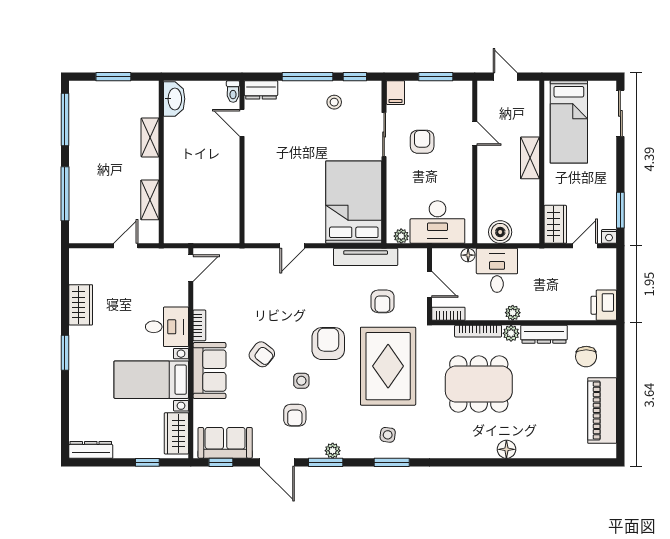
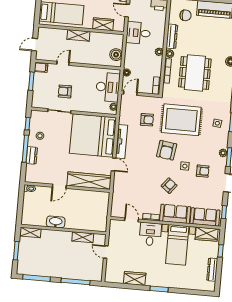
dresser: (261, 90) -> (32, 155), moved
filing cabinet: (395, 93) -> (41, 67), moved
washbasin: (174, 99) -> (56, 222), moved
door: (242, 123) -> (59, 186), moved
shelving: (150, 137) -> (30, 232), moved
wardrobe: (258, 202) -> (89, 181), added
bed: (354, 202) -> (93, 135), width x1.36
wardrobe: (555, 224) -> (103, 24), moved
tv unit: (366, 257) -> (121, 142), moved
door: (191, 268) -> (131, 220), moved
desk: (497, 270) -> (138, 33), moved
door: (429, 284) -> (130, 93), moved
armchair: (328, 344) -> (167, 150), turned -82
sofa: (225, 443) -> (205, 217), moved, turned 90
dresser: (91, 450) -> (212, 270), moved

